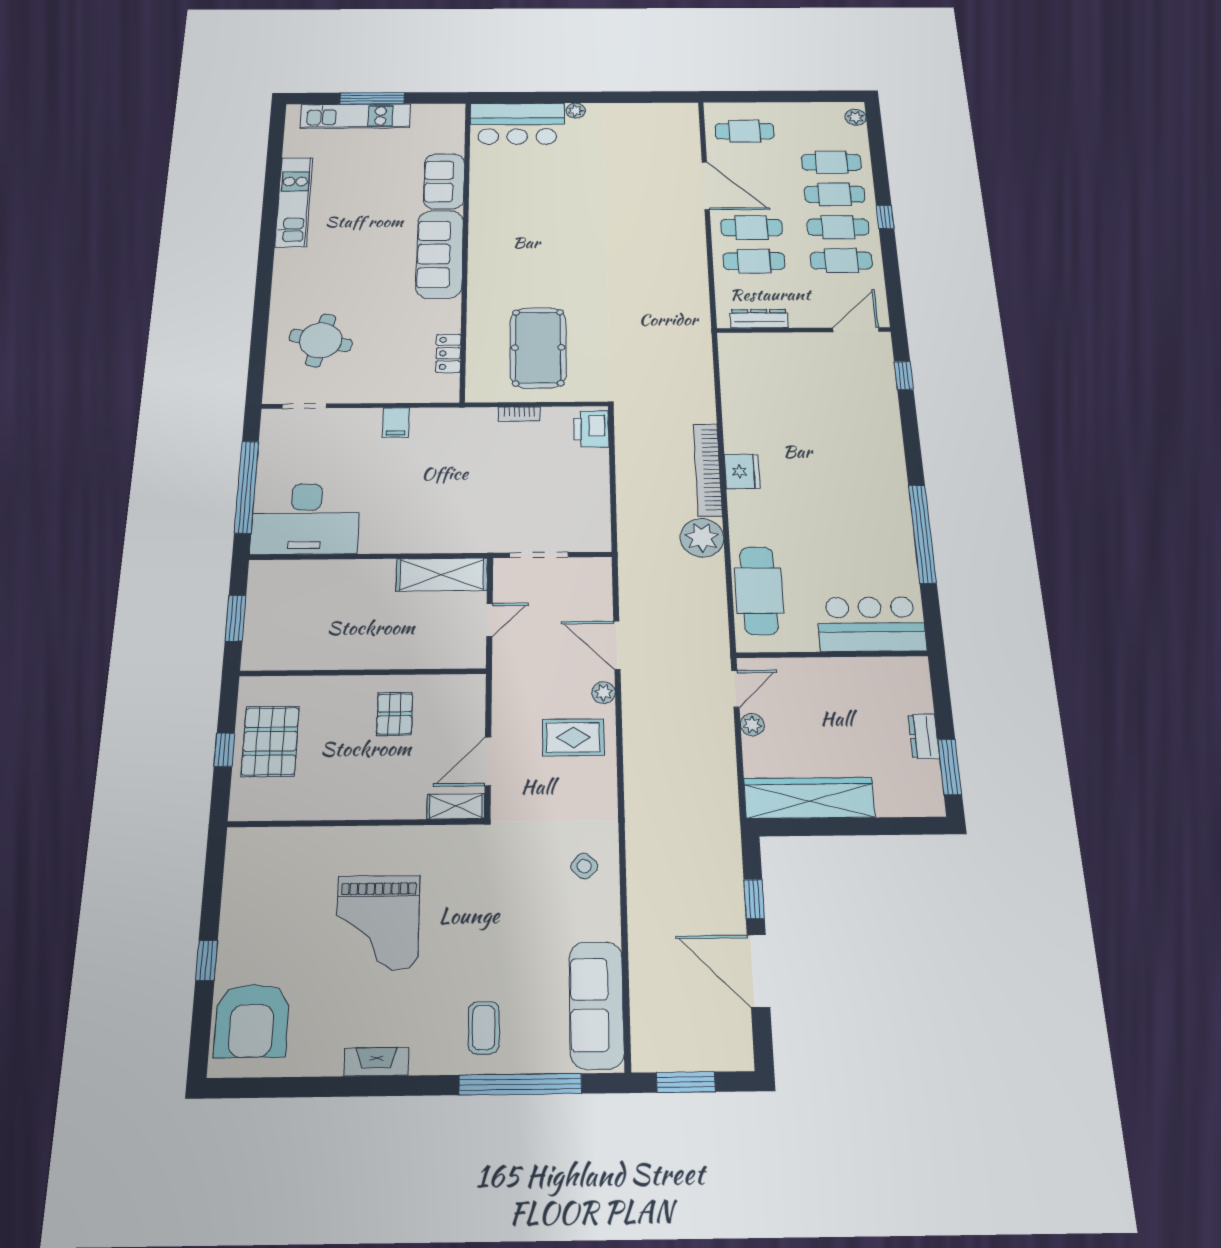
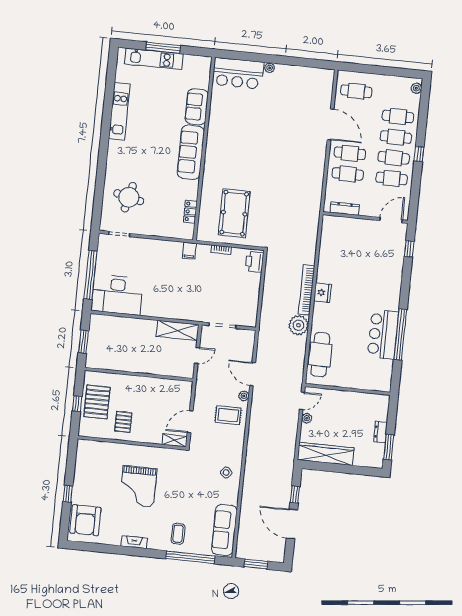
filing cabinet: (396, 423) -> (189, 251), moved
bar counter: (871, 624) -> (383, 334), moved, turned -90
pallet: (395, 714) -> (123, 422), moved

